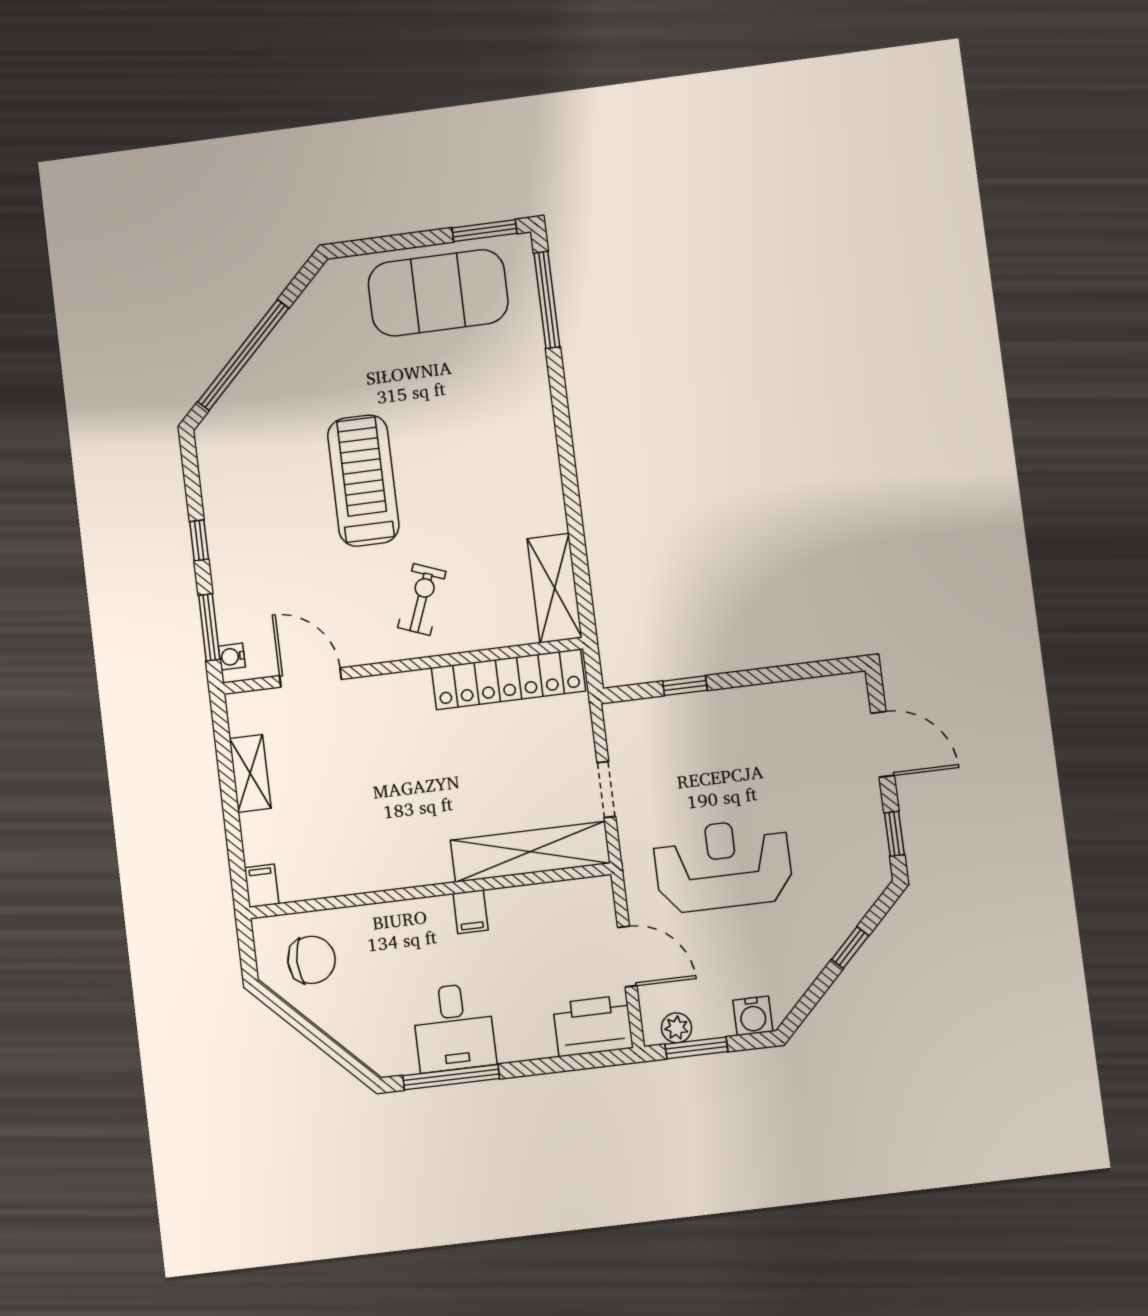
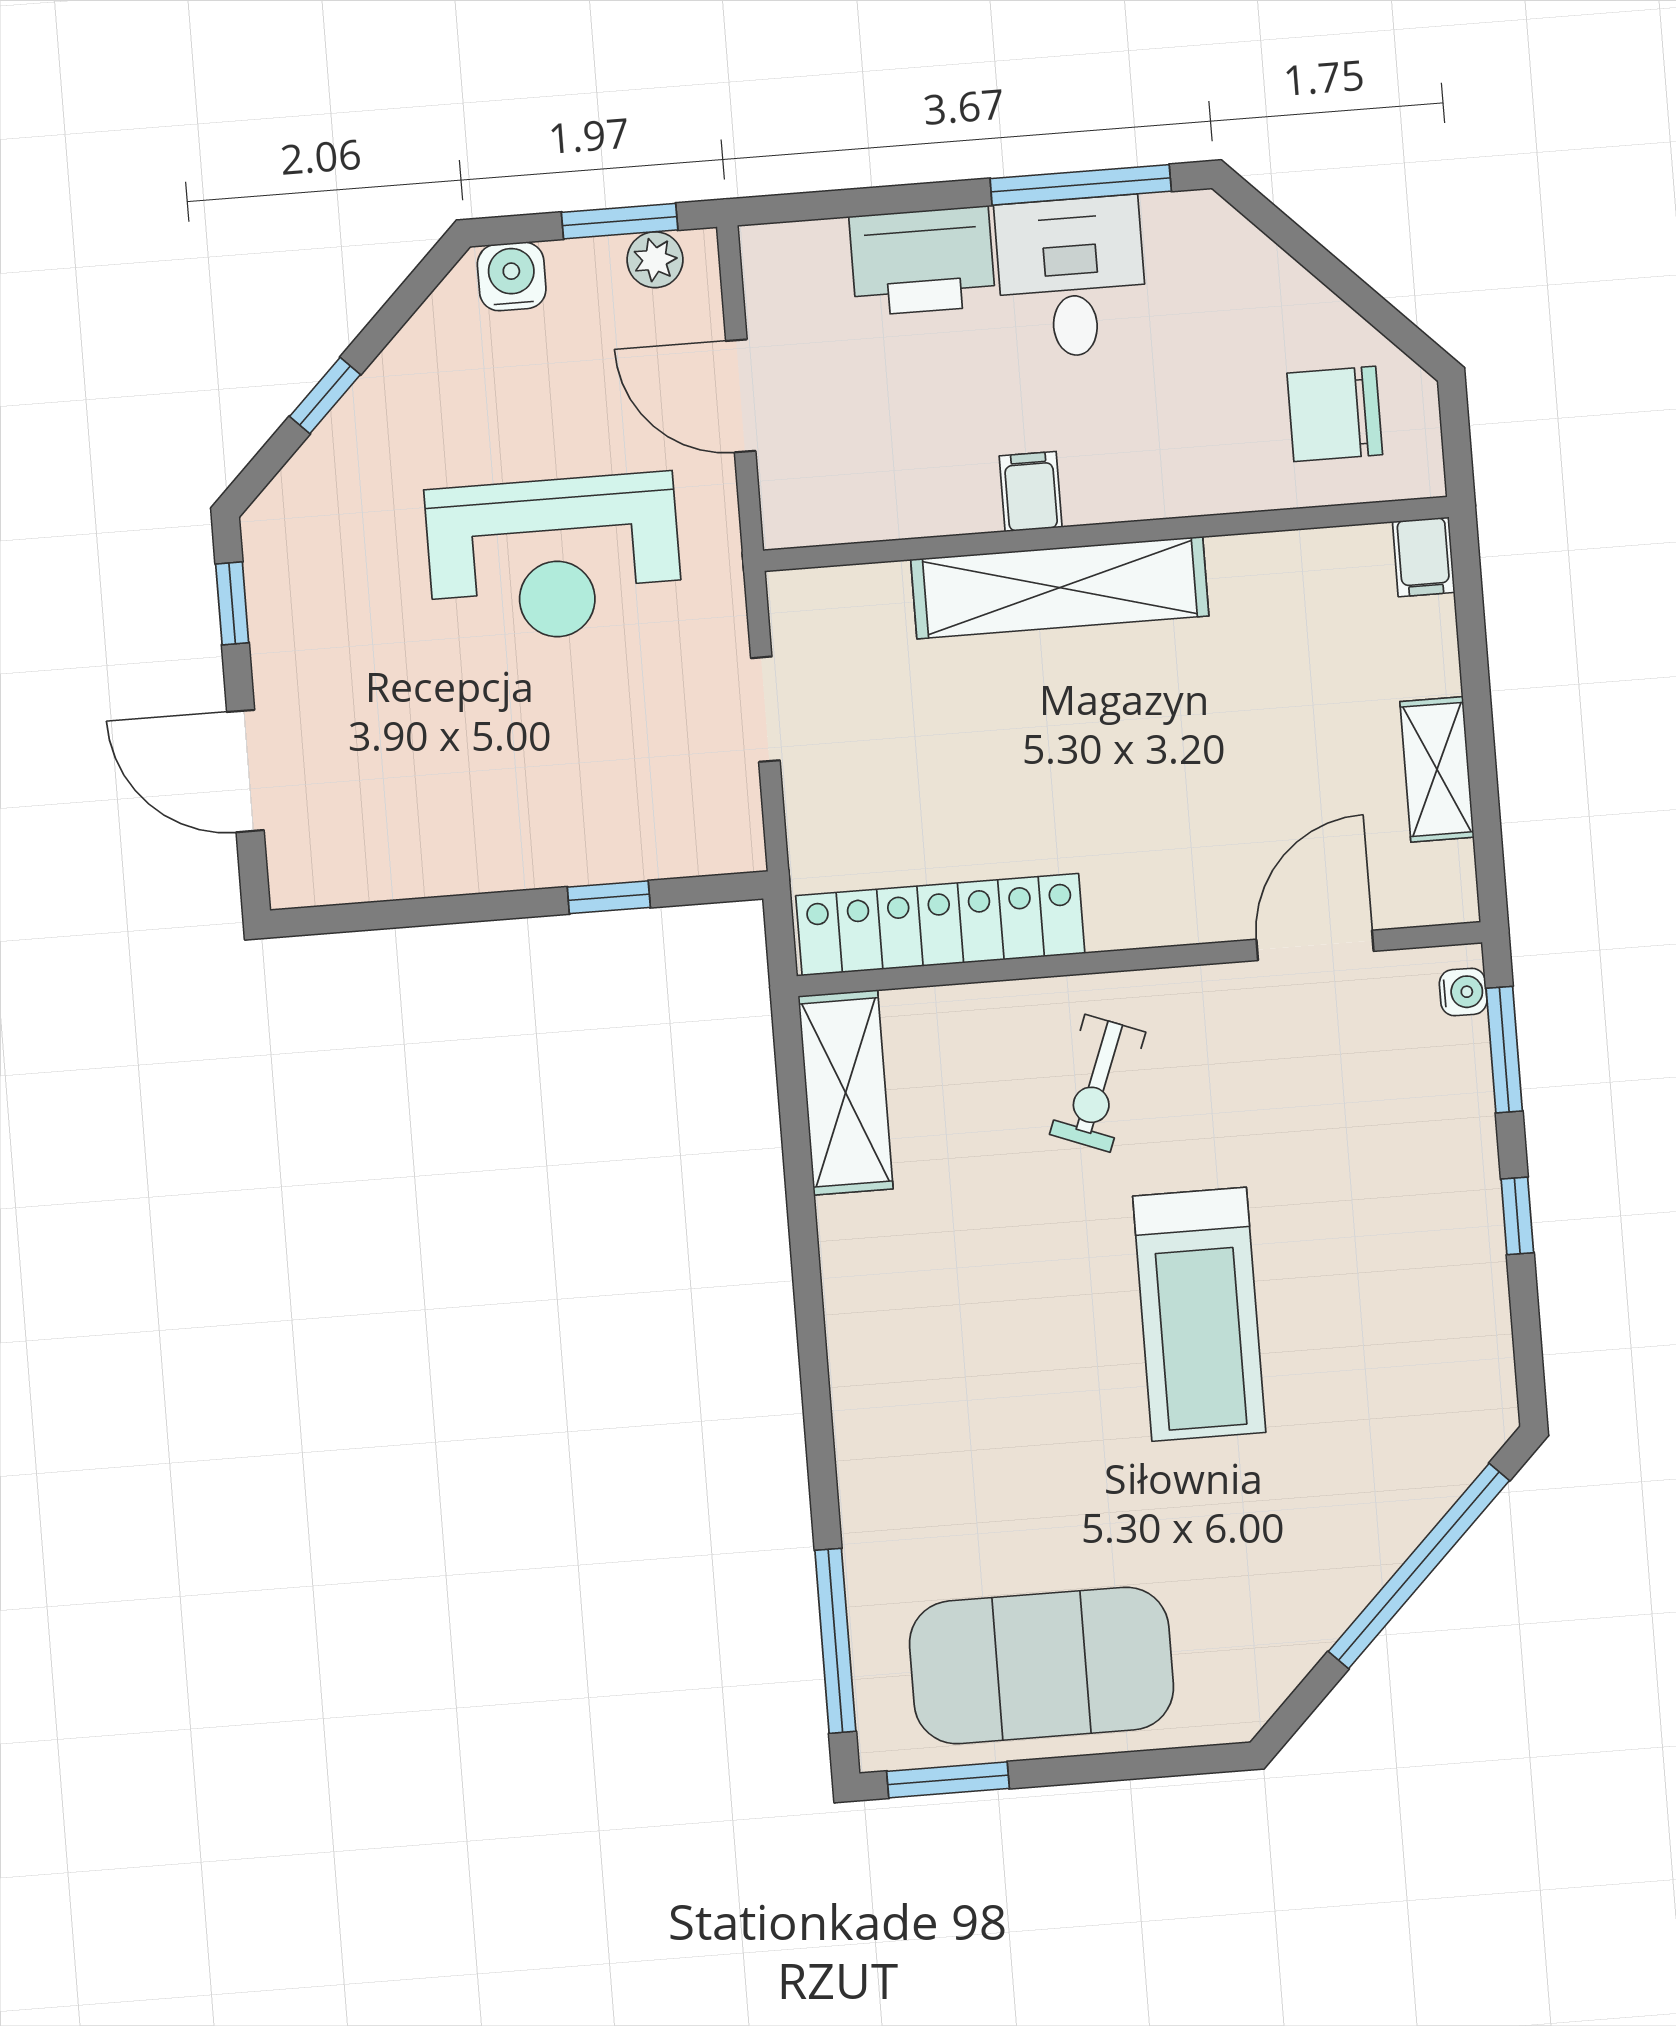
door: (310, 678) -> (1315, 945), swing flipped
shelving: (530, 852) -> (1060, 588), moved
printer: (593, 1026) -> (922, 261), moved

